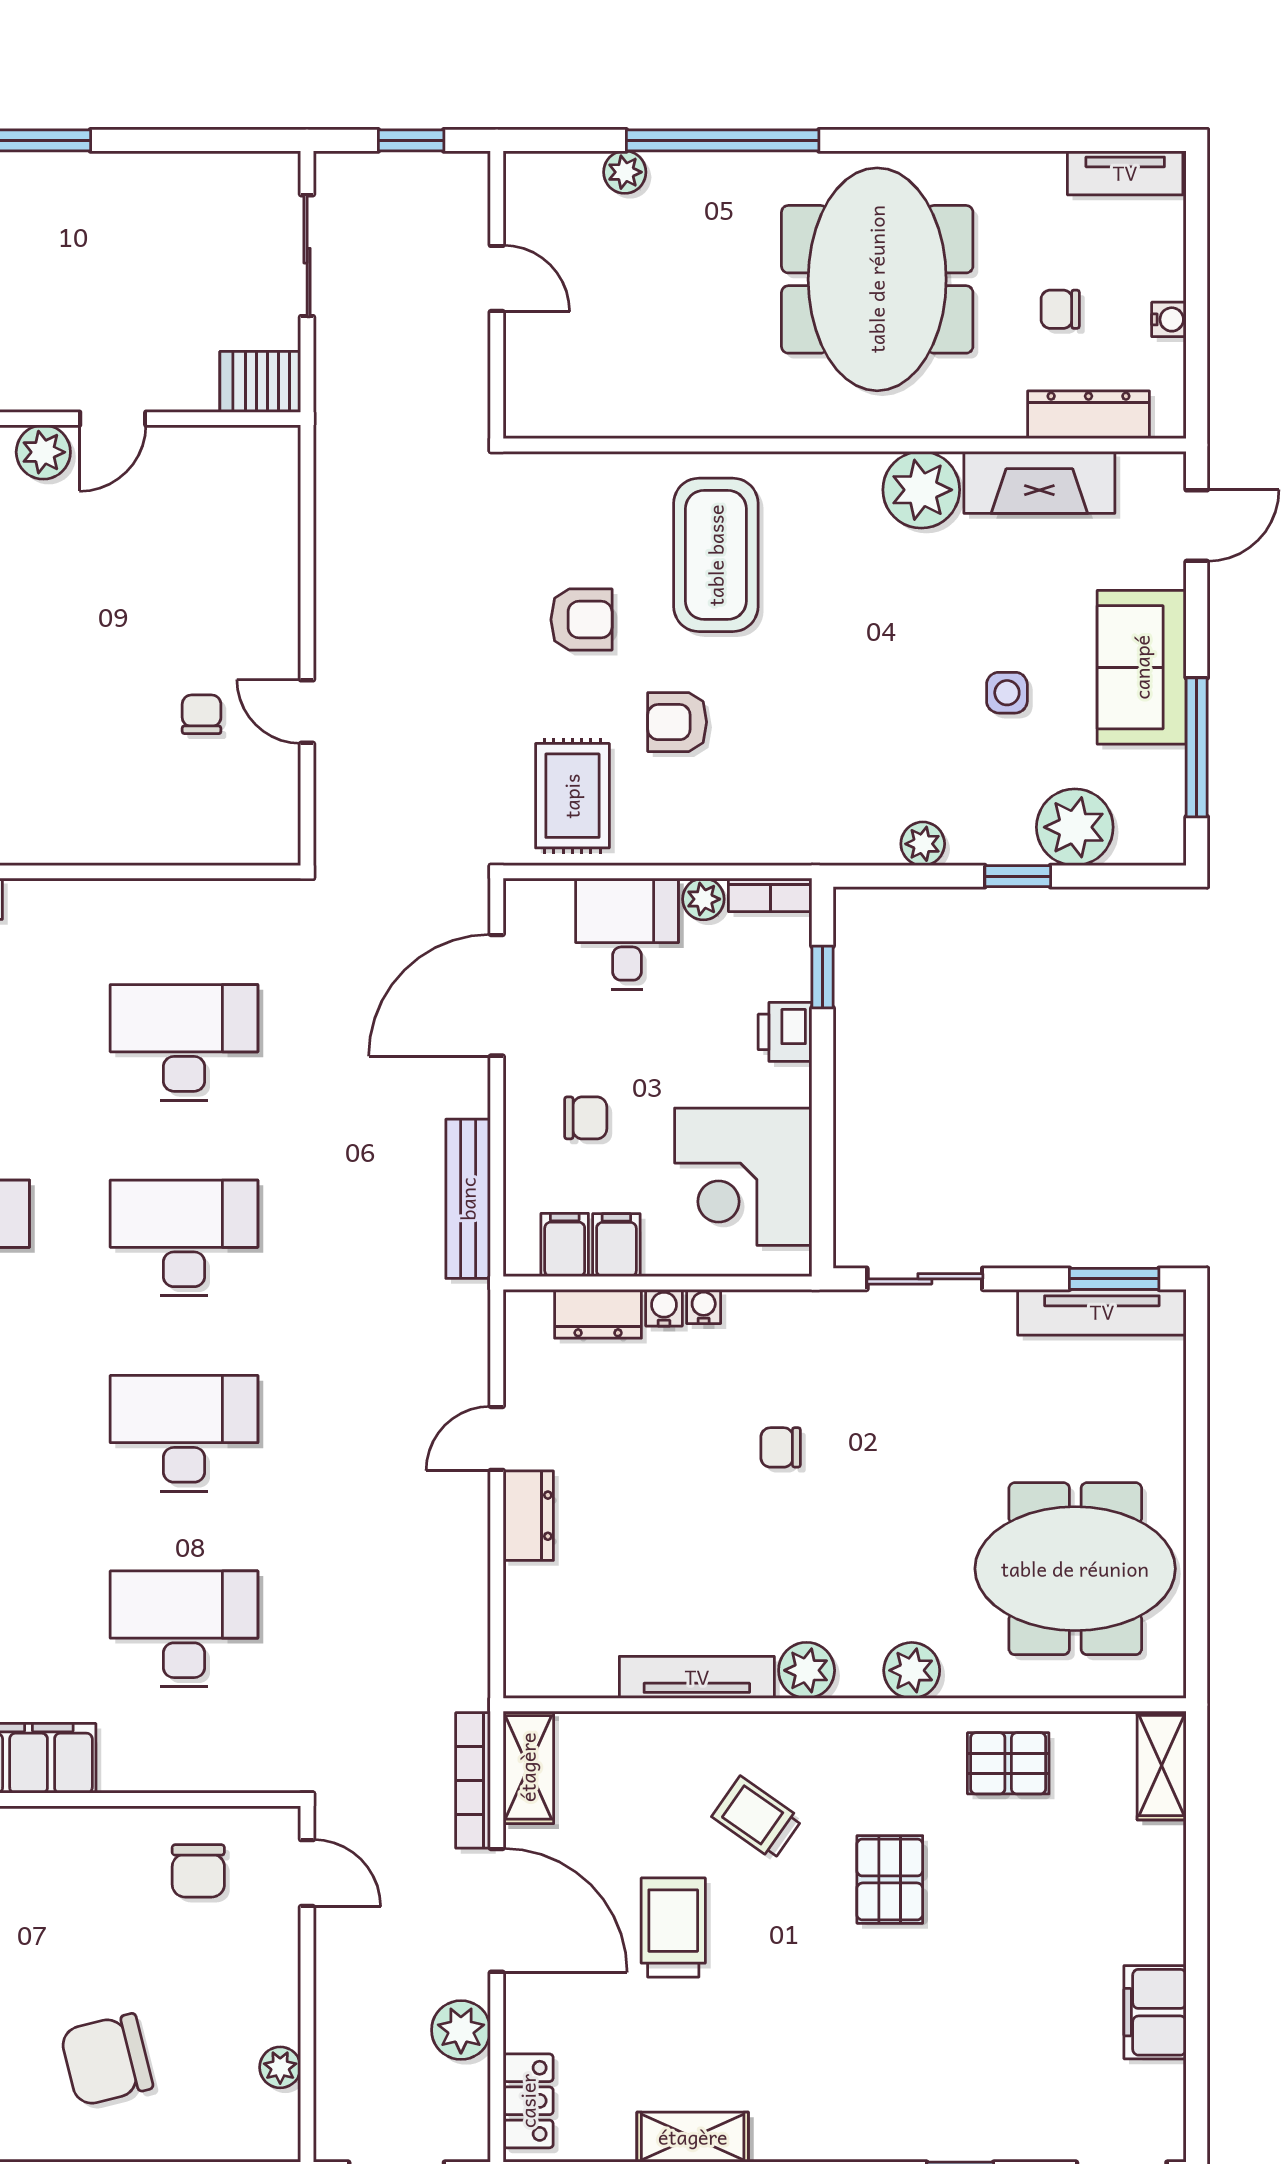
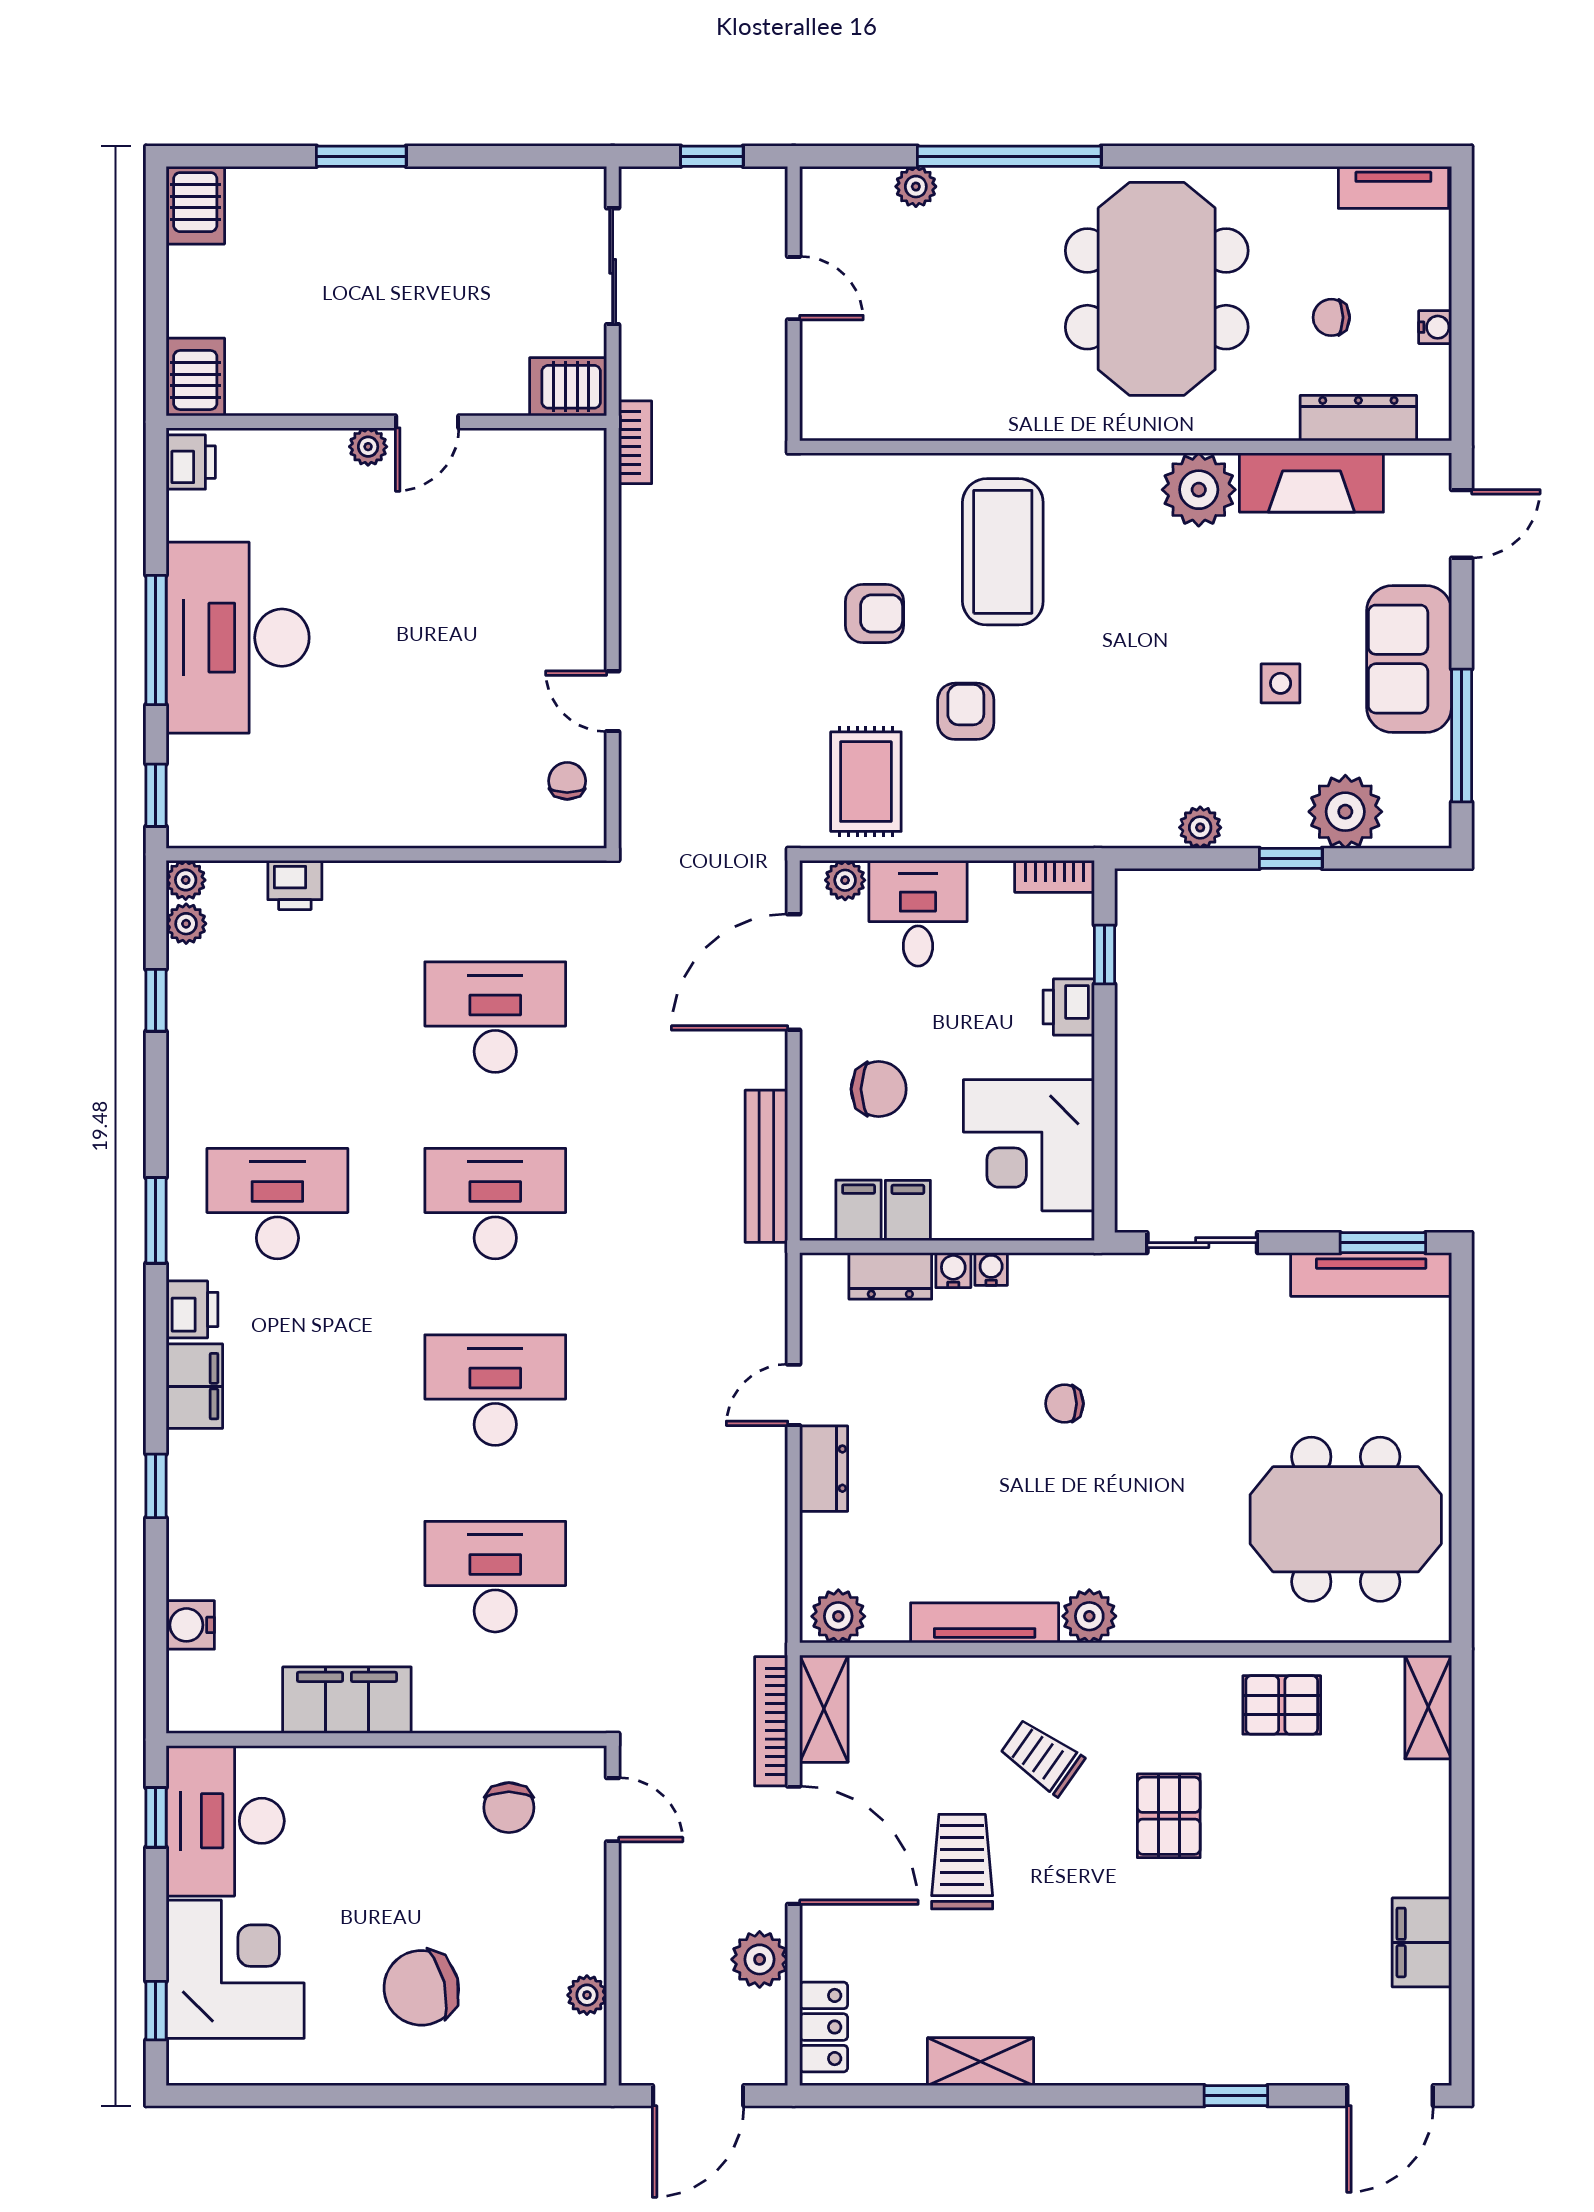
bookcase: (331, 440) -> (635, 442), added
plant: (43, 452) -> (368, 447), width x0.73, depth x0.73
chair: (202, 714) -> (567, 781), moved
armchair: (677, 722) -> (966, 711), turned 90
plant: (703, 899) -> (845, 880), moved
chair: (586, 1118) -> (879, 1089), width x1.37, depth x1.37
plant: (912, 1670) -> (838, 1616), moved

